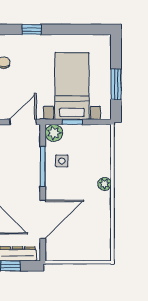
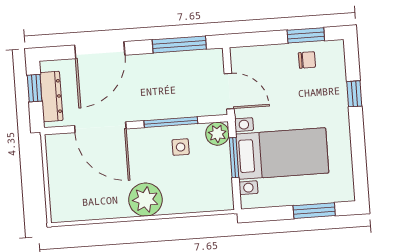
window: (116, 84) -> (314, 211), moved
window: (72, 122) -> (234, 158), width x1.50
plant: (105, 184) -> (145, 200), width x1.87, depth x1.87

